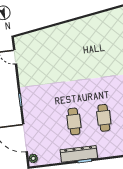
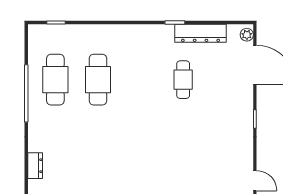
cafe table: (104, 118) -> (141, 80), removed
dresser: (79, 154) -> (201, 33), moved

